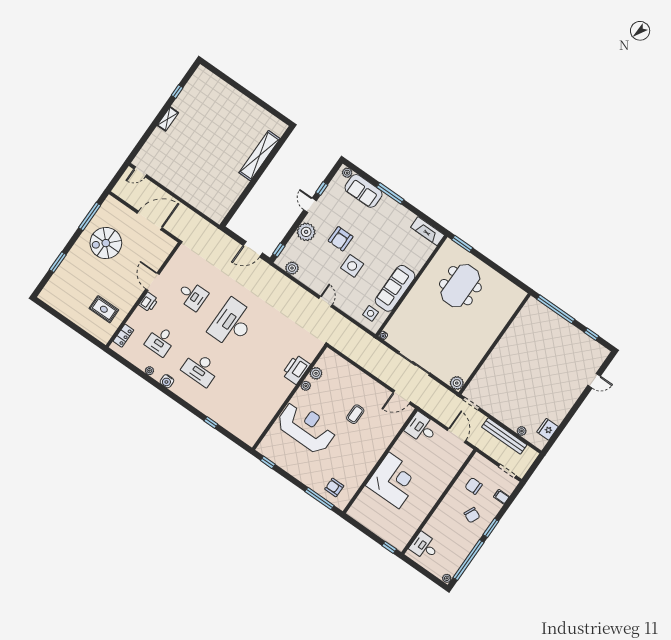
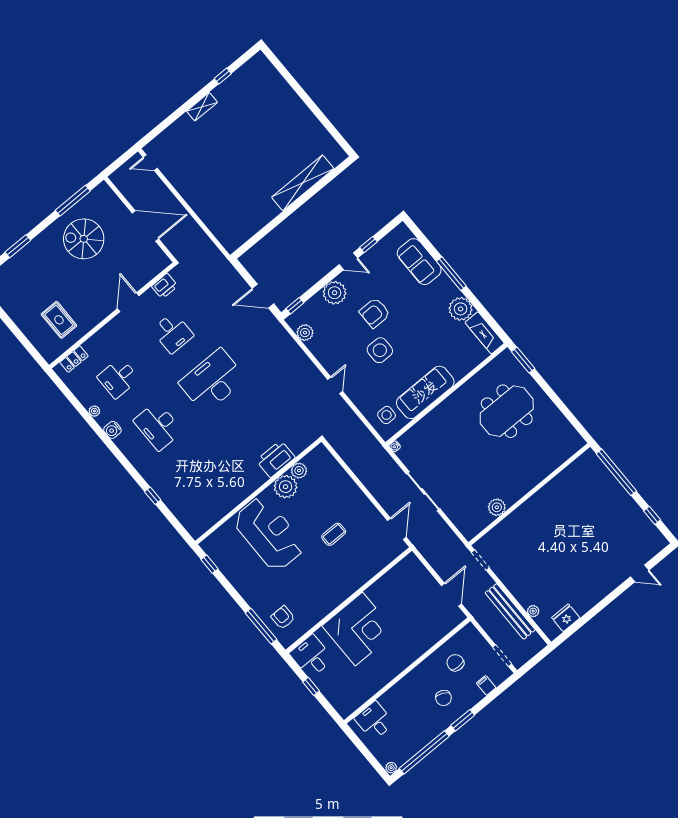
plant: (347, 173) -> (461, 309), moved, width x1.88, depth x1.88
door: (310, 205) -> (348, 261), swing flipped
printer: (148, 302) -> (165, 286), moved
plant: (457, 383) -> (497, 507), moved
plant: (306, 386) -> (286, 487), width x1.88, depth x1.88
door: (402, 397) -> (397, 529), swing flipped
desk: (422, 428) -> (311, 656), moved
window: (389, 547) -> (311, 686), moved

